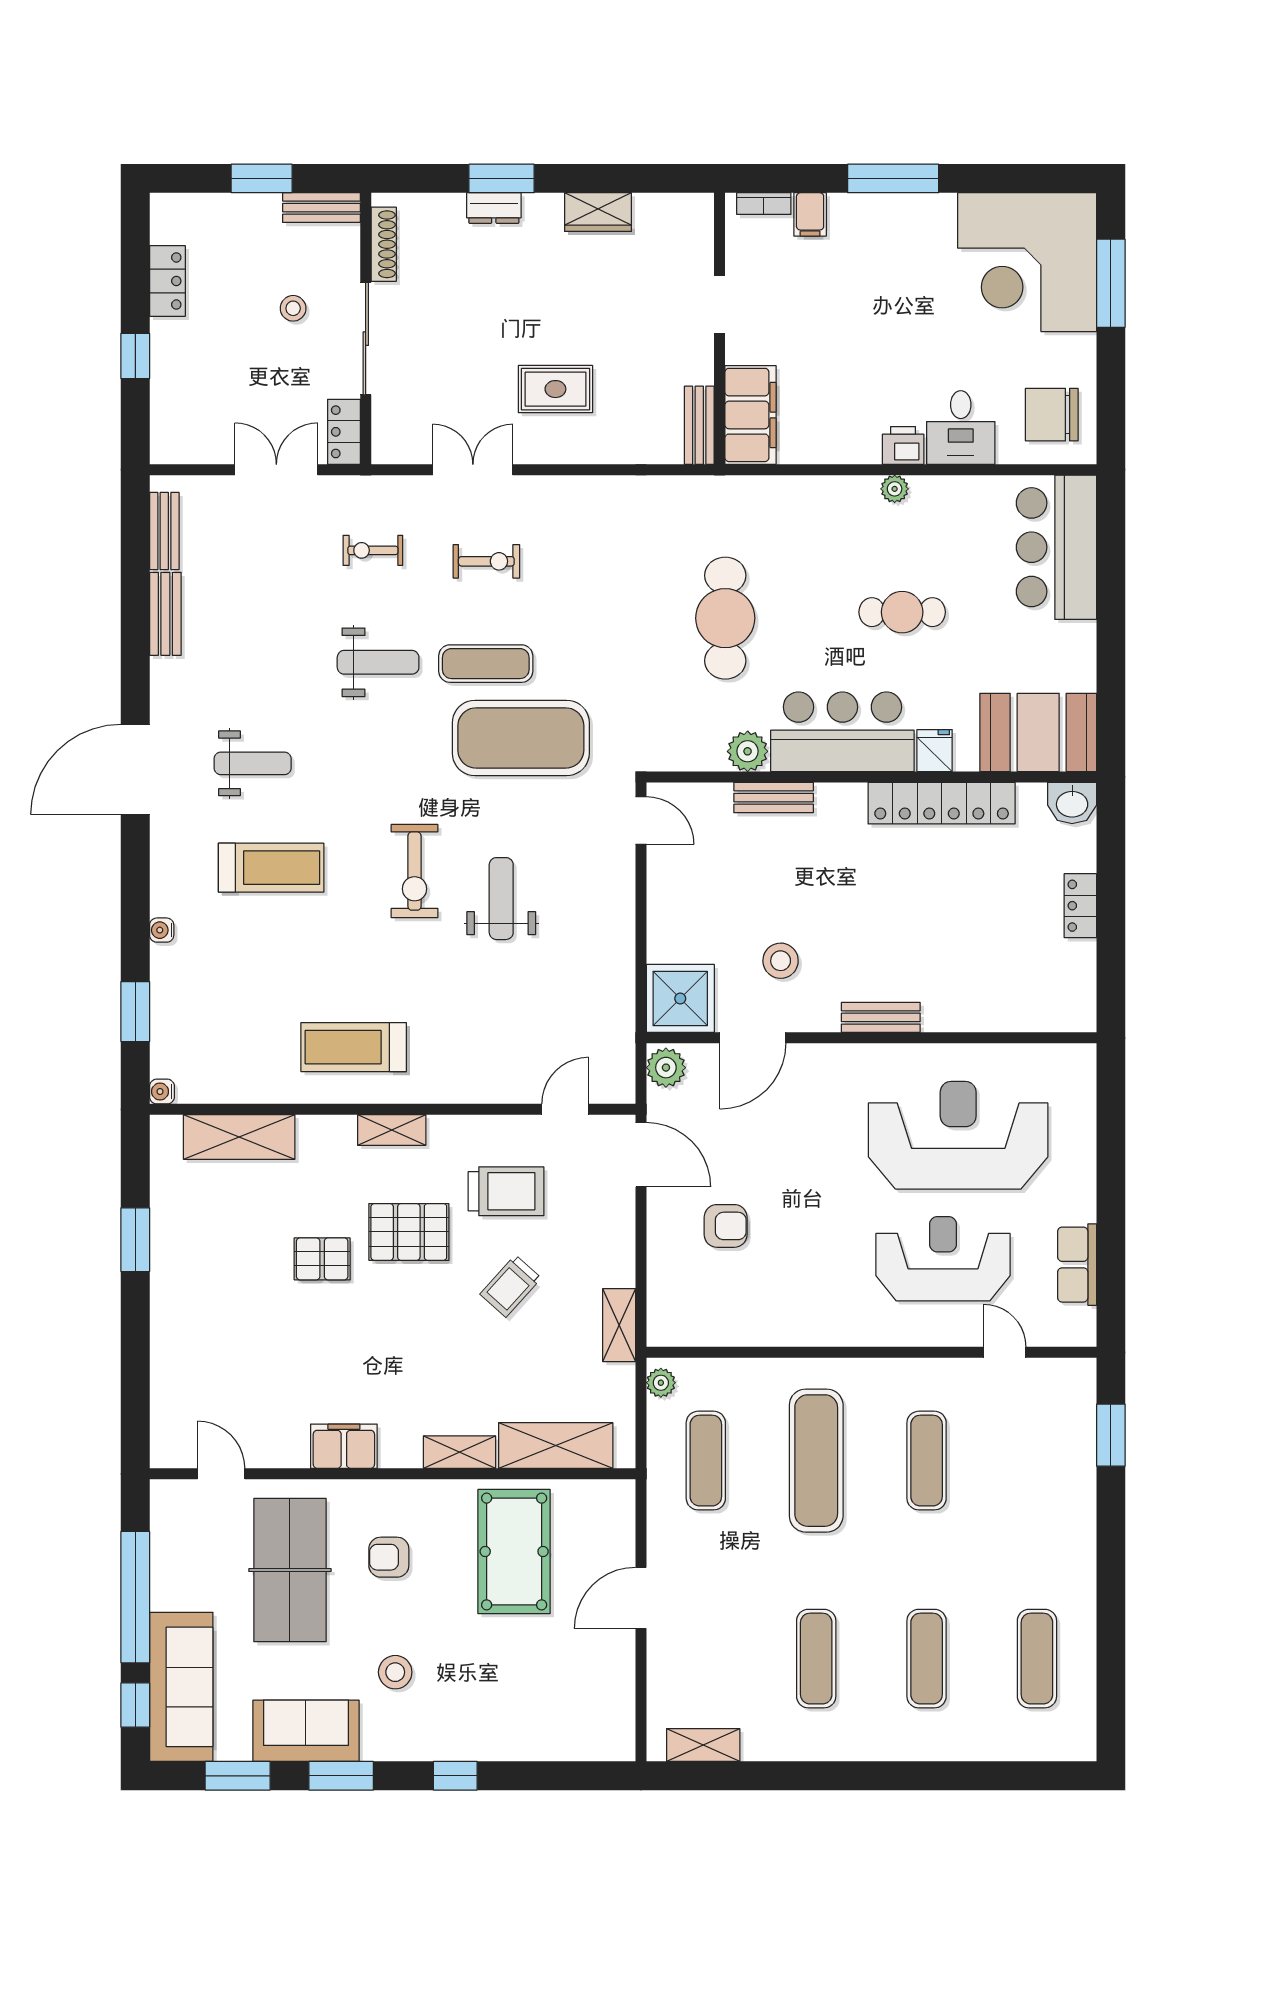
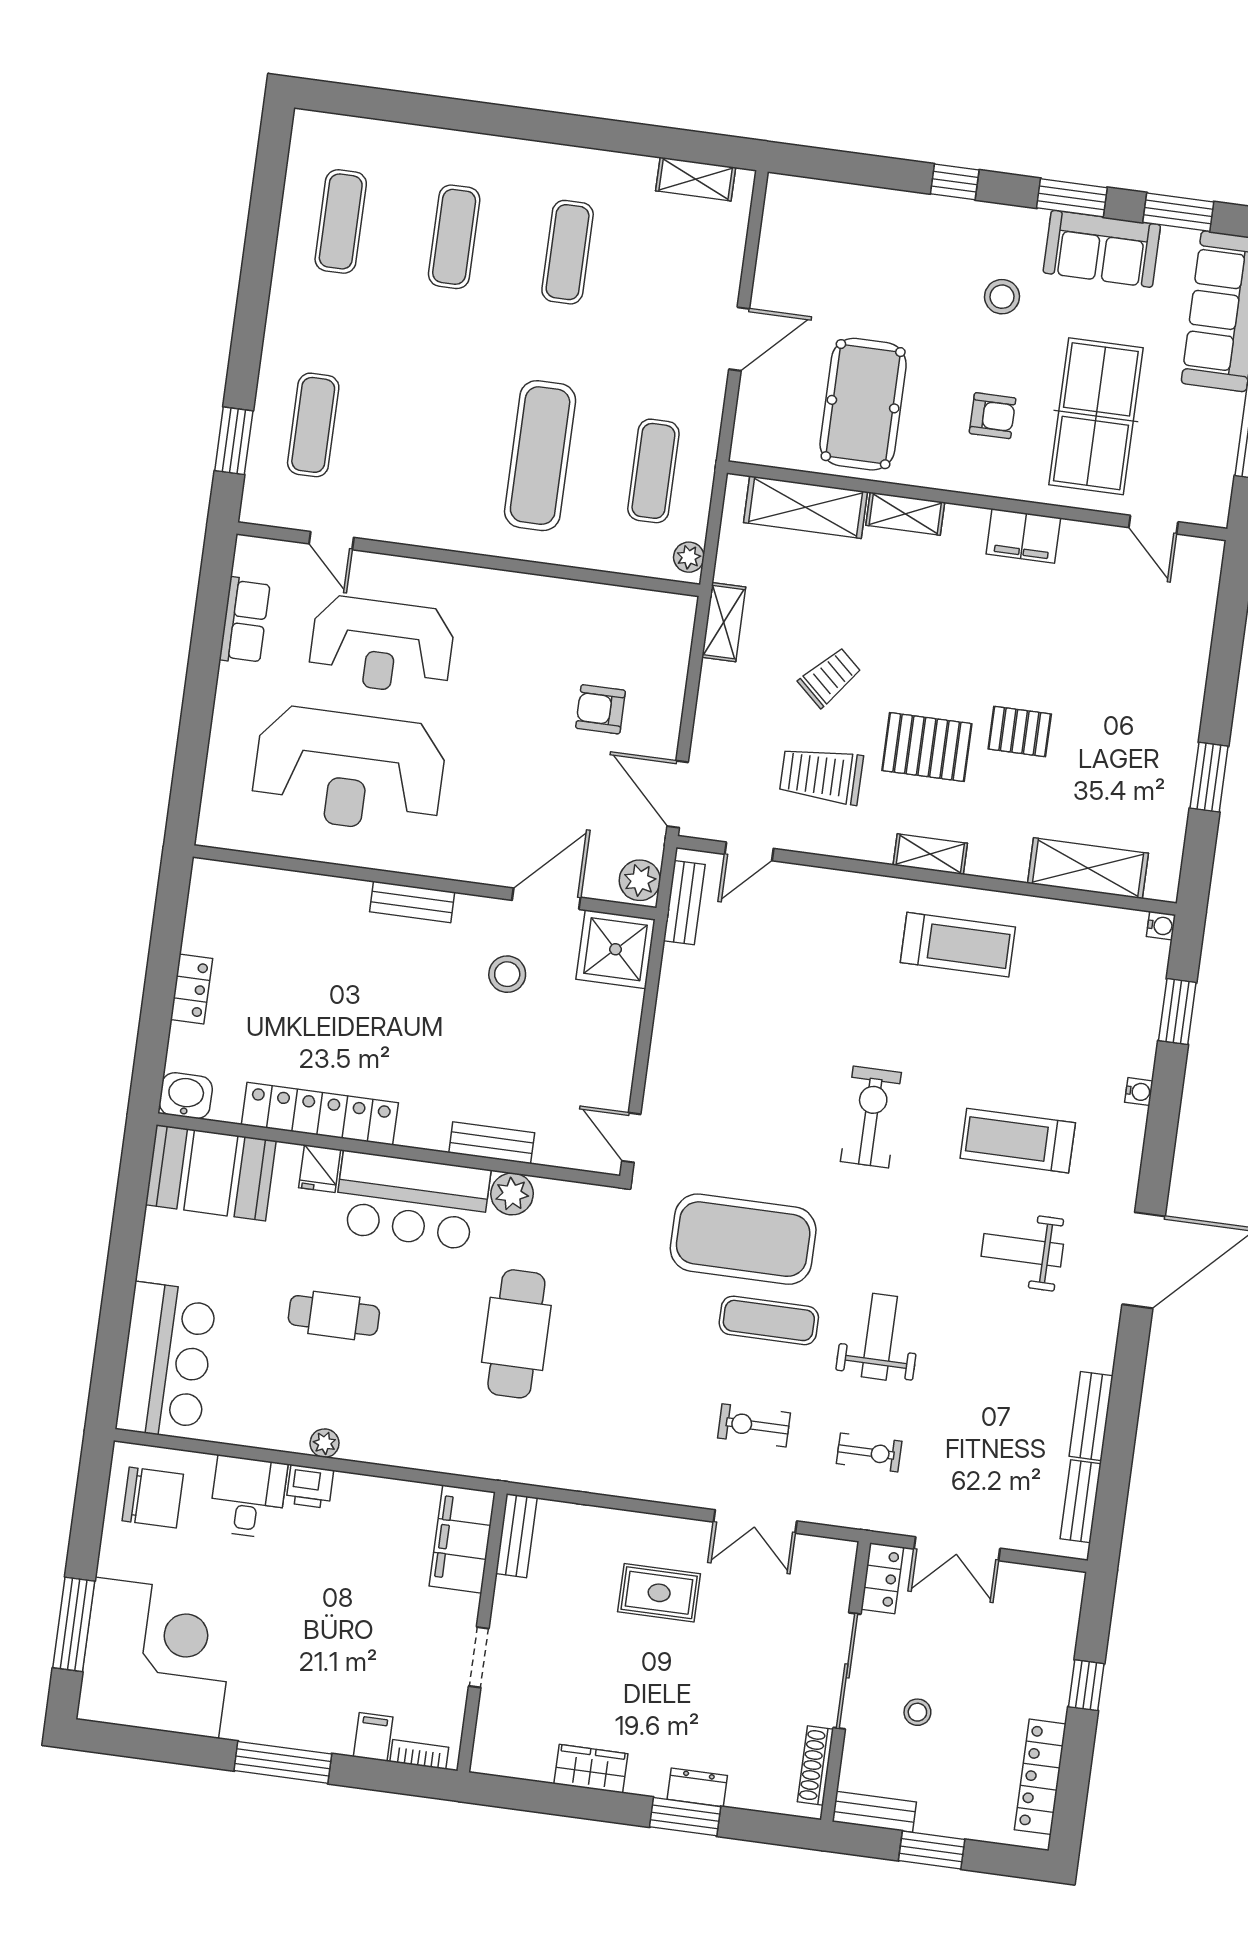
locker: (167, 281) -> (1040, 1777), width x1.53
weight bench: (378, 662) -> (879, 1337), turned 90
weight bench: (501, 899) -> (786, 1077), removed
bench: (621, 1052) -> (684, 903), added
exercise mat: (927, 1461) -> (313, 425), moved

